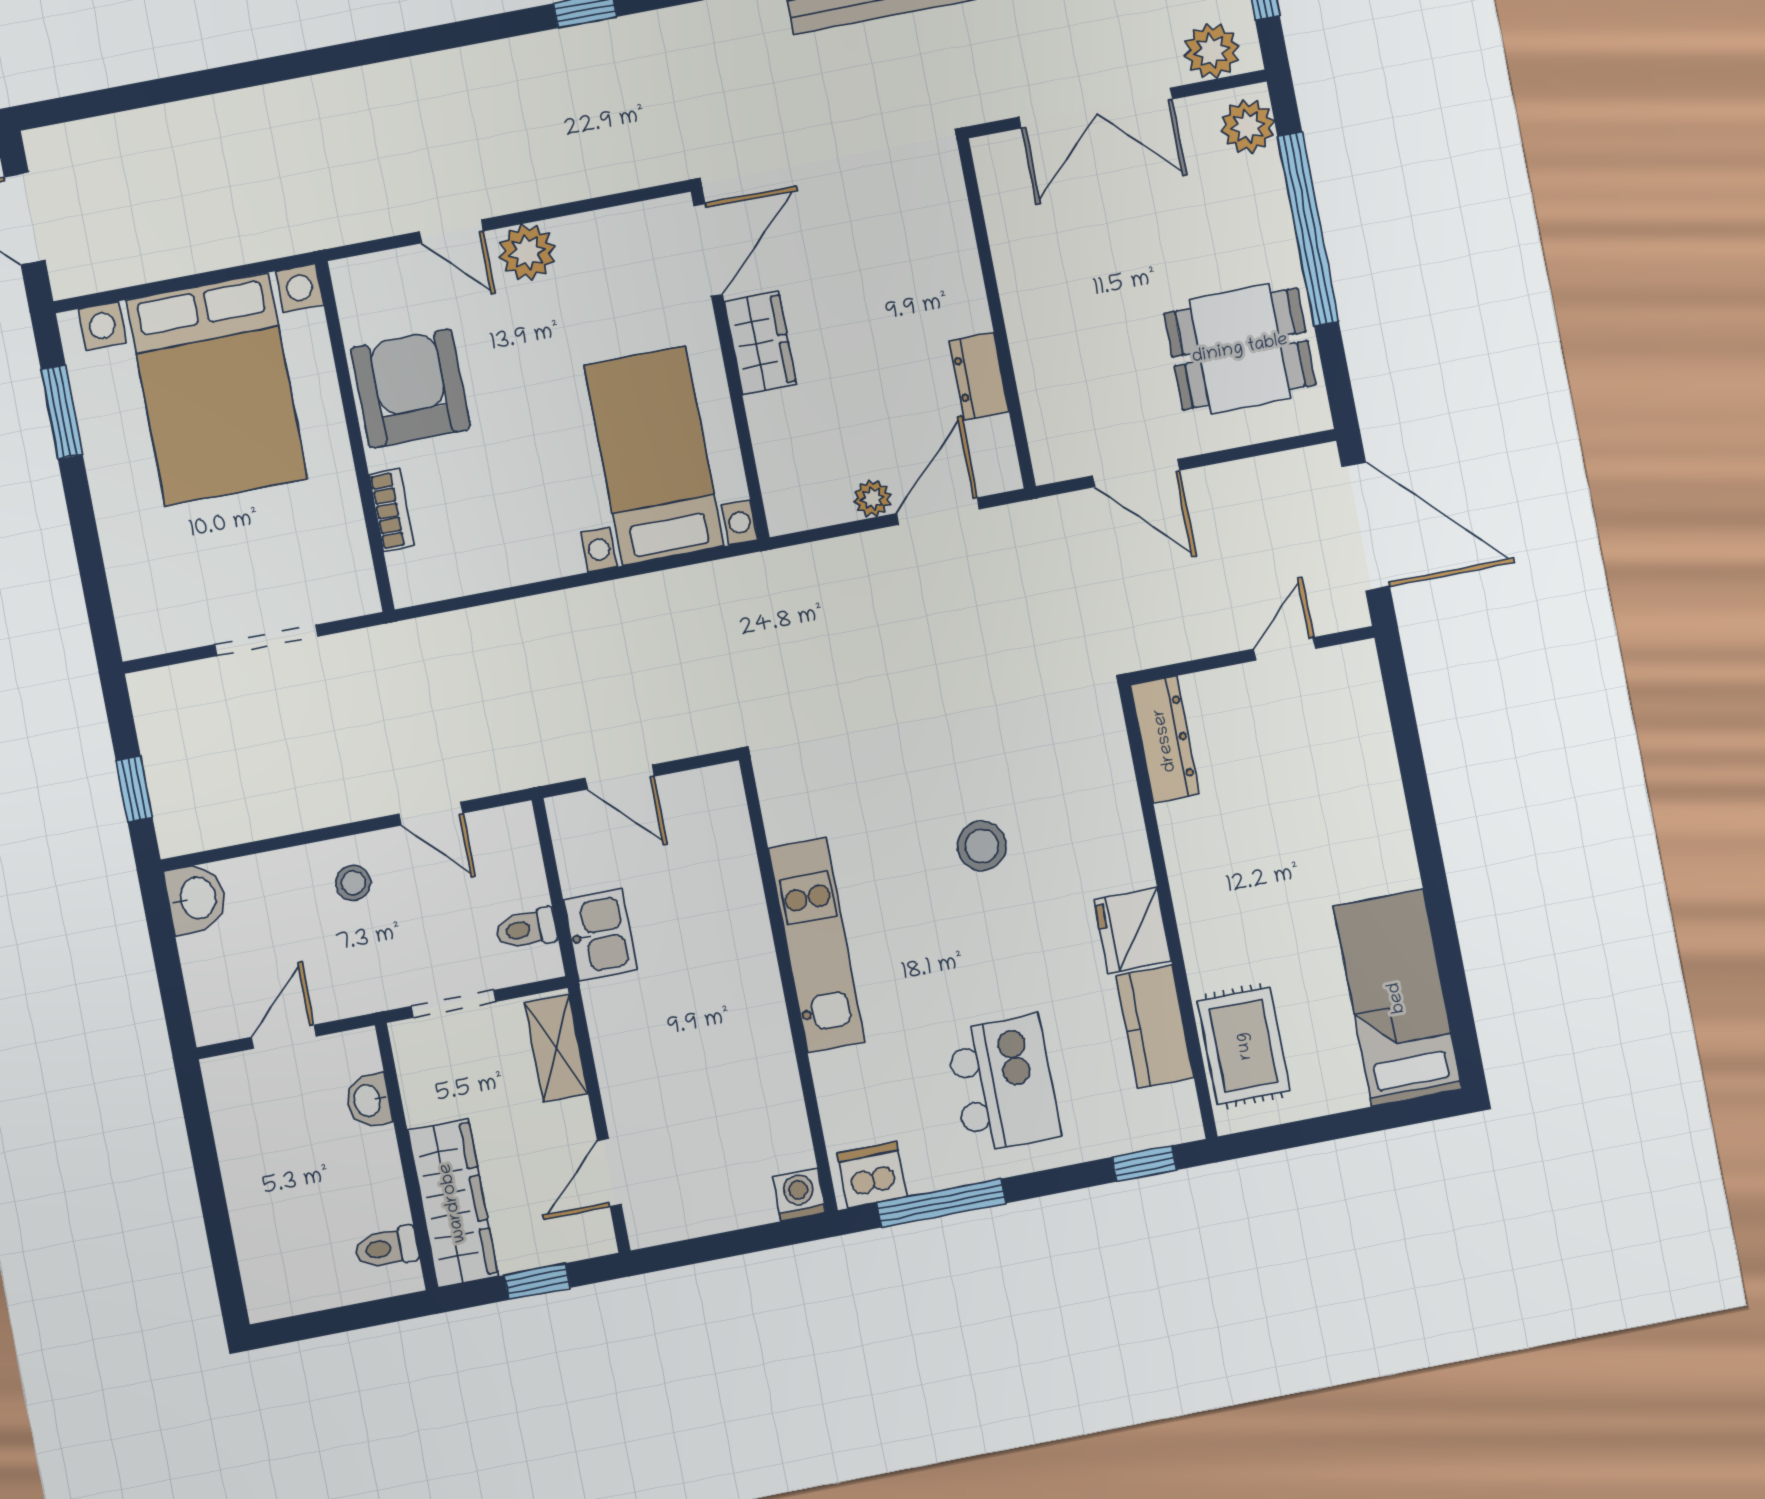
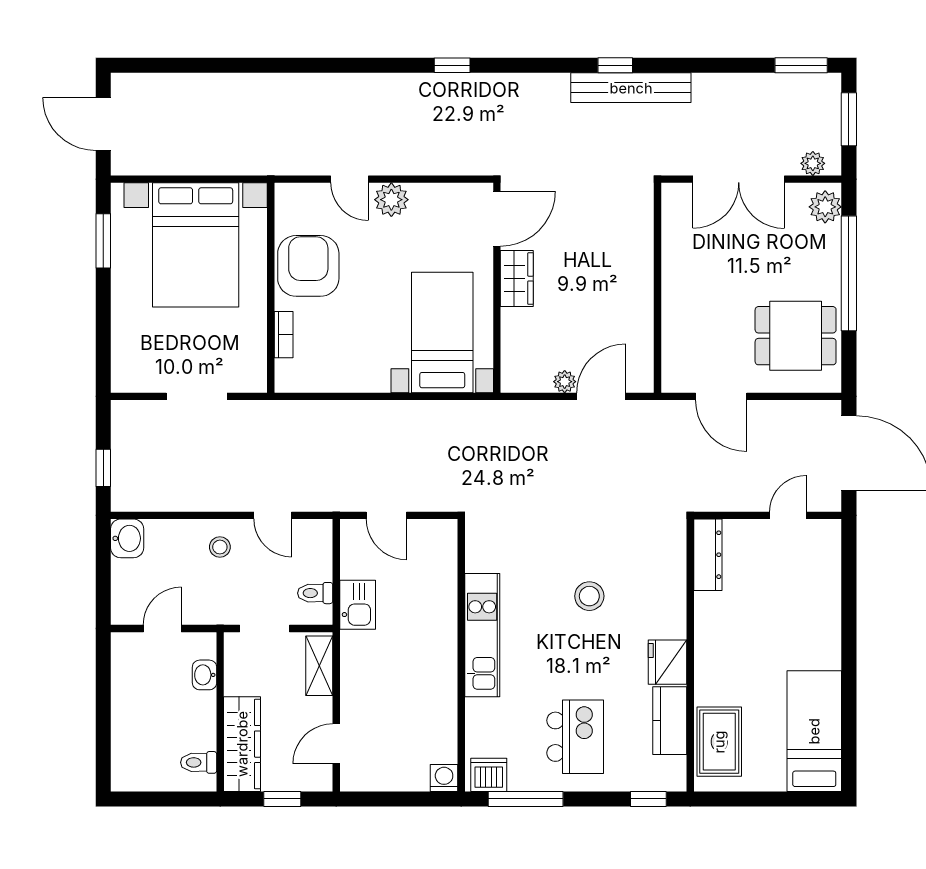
plant: (1212, 51) -> (813, 163), width x0.73, depth x0.73
dresser: (979, 376) -> (640, 322), removed

